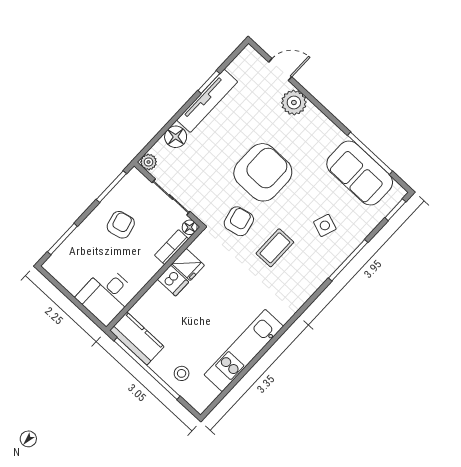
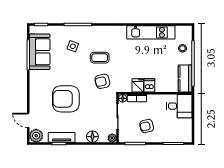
tv unit: (207, 101) -> (62, 137), width x0.71
plant: (294, 103) -> (36, 136), moved
armchair: (263, 172) -> (66, 99), moved

